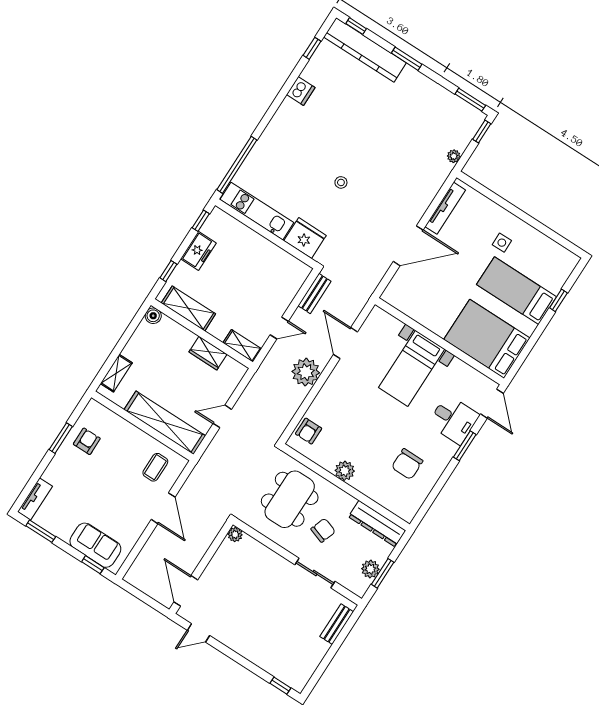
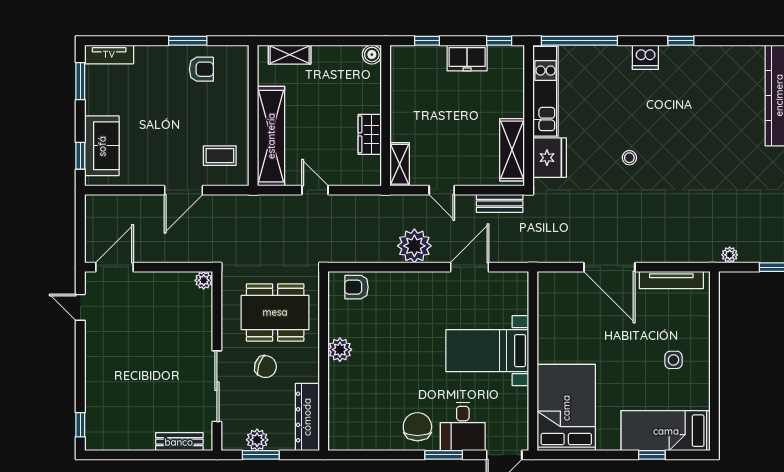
window: (312, 48) -> (681, 41), moved
dishwasher: (301, 91) -> (645, 57), moved
bed: (517, 291) -> (666, 431), moved, turned -90
shelving: (188, 308) -> (512, 150), moved
chair: (407, 464) -> (417, 427), moved, turned 90
sliding door: (315, 573) -> (217, 386), width x1.37

